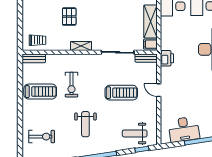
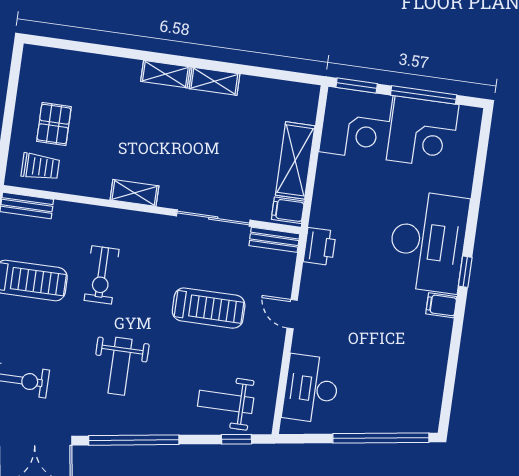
pallet: (69, 17) -> (54, 124), moved
desk: (184, 129) -> (311, 389), moved, turned 99

